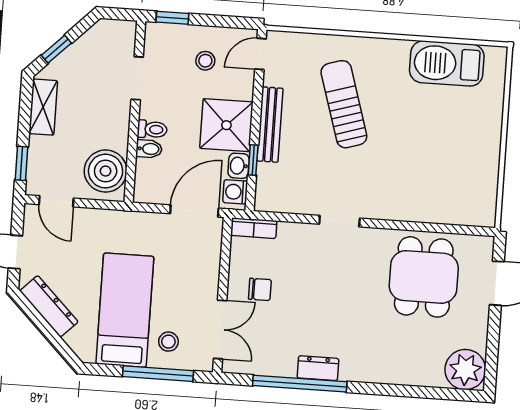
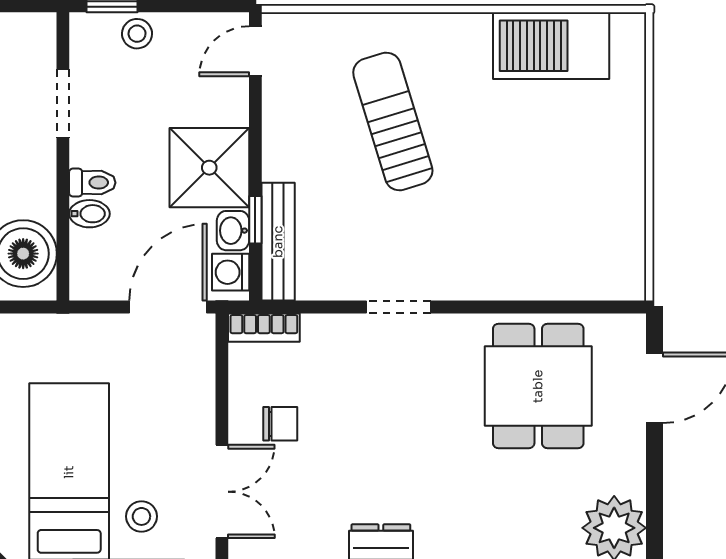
stool: (205, 61) -> (137, 34), moved
bench: (270, 125) -> (278, 242), moved

